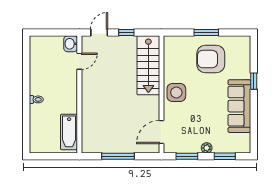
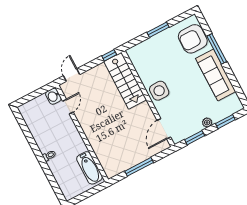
window: (126, 33) -> (109, 55), moved
armchair: (211, 59) -> (193, 39), moved
window: (254, 81) -> (217, 49), width x2.17

